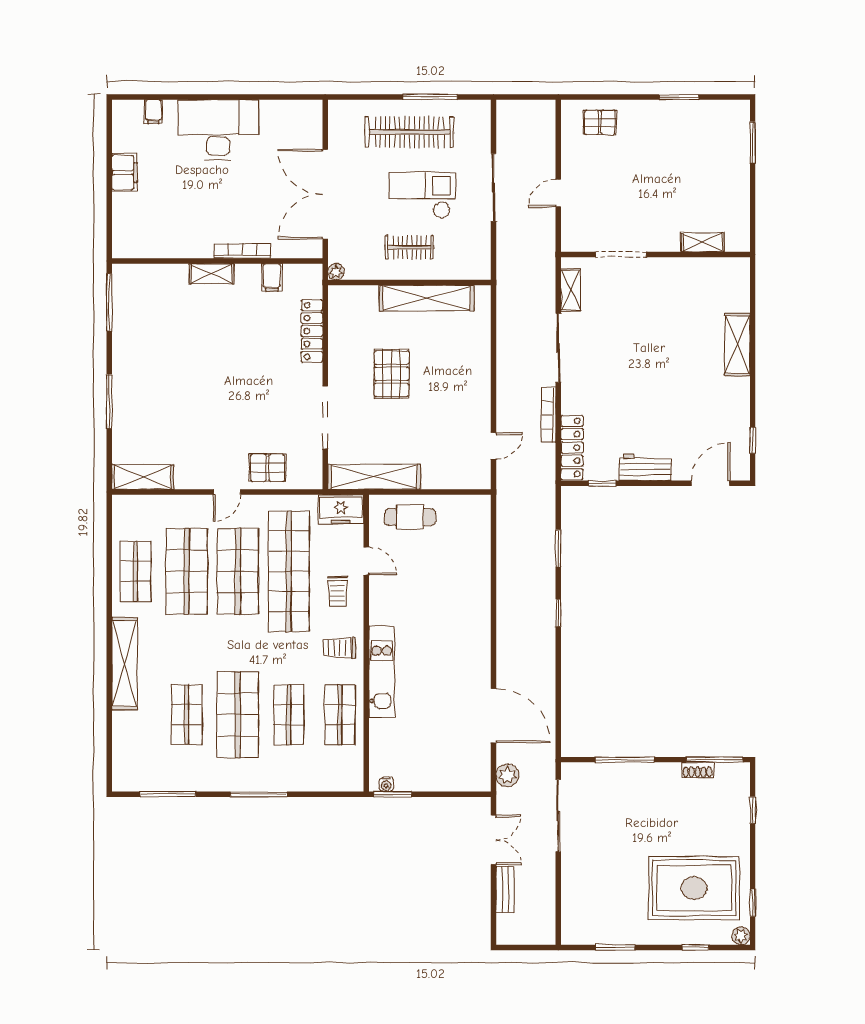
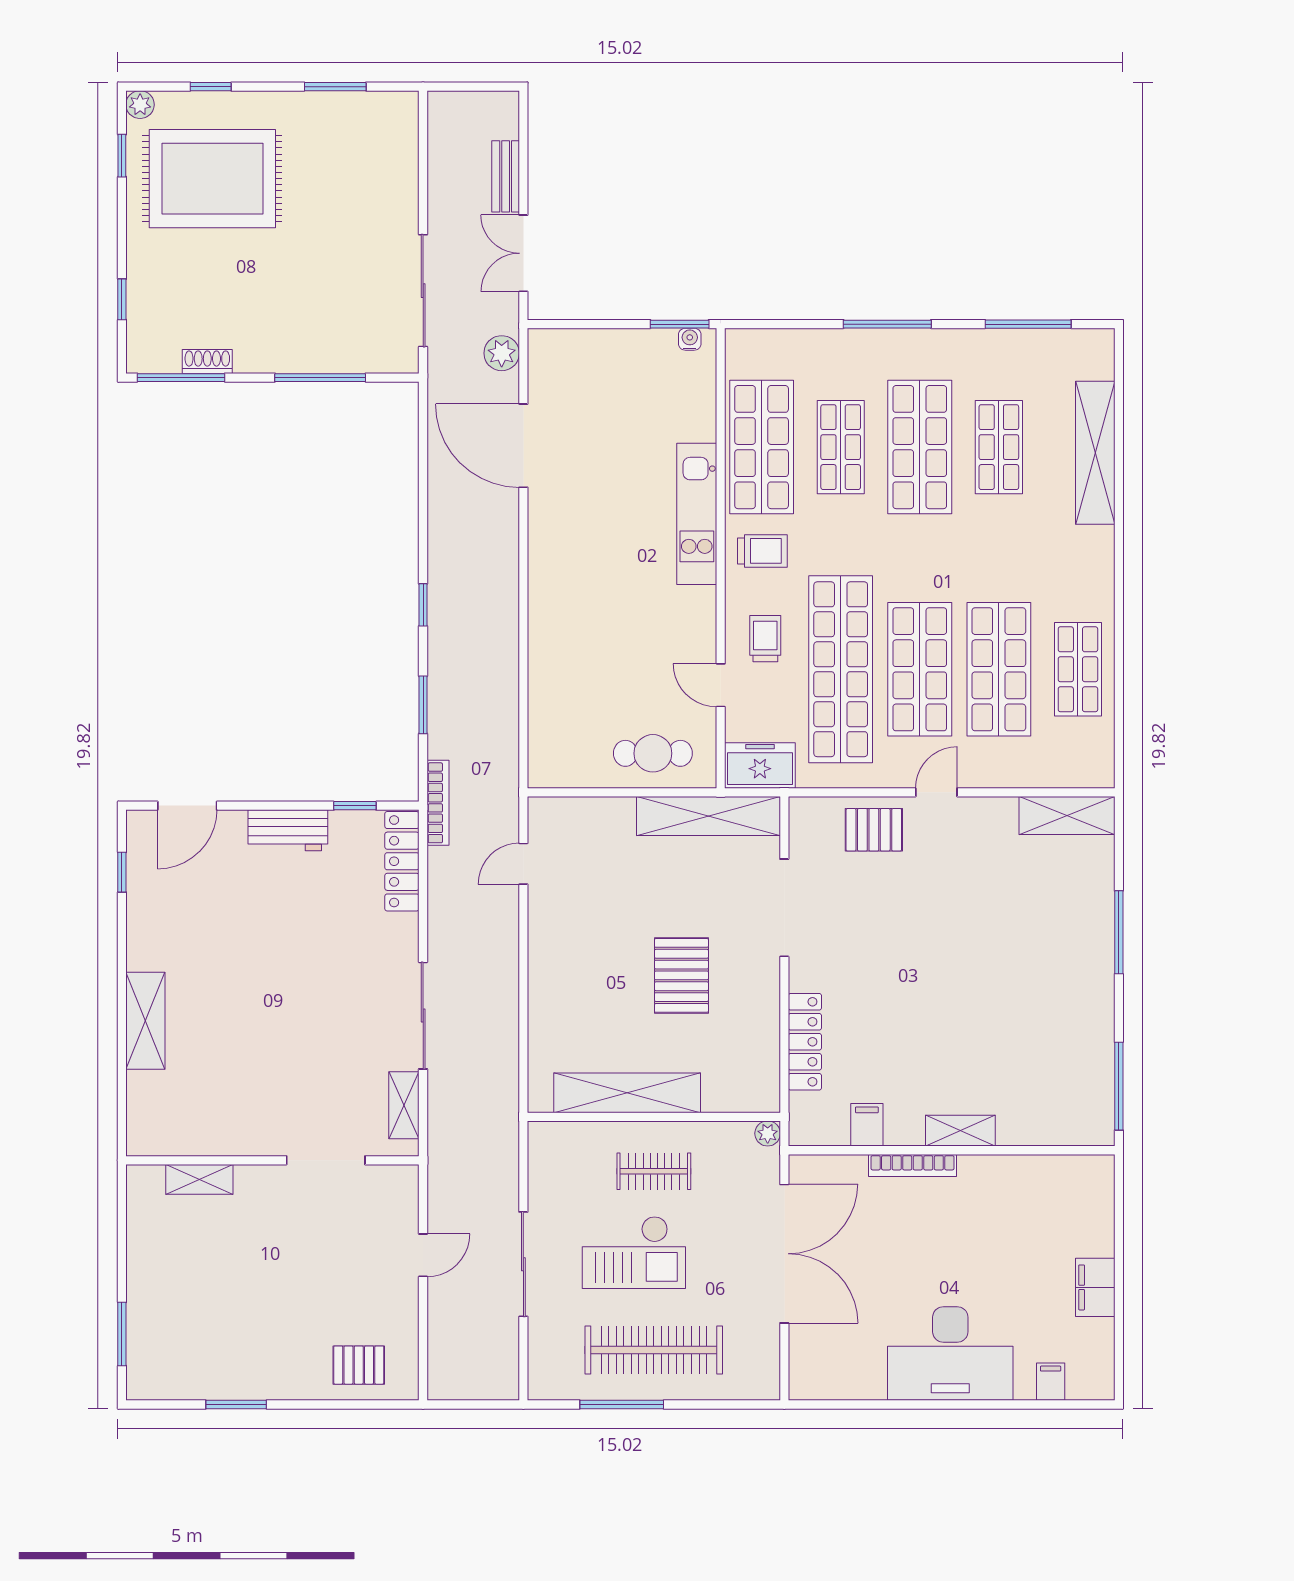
bookcase: (549, 415) -> (438, 803), moved
shelving: (124, 664) -> (1095, 453), moved
shop shelf: (340, 715) -> (762, 447), width x1.43, depth x1.36

